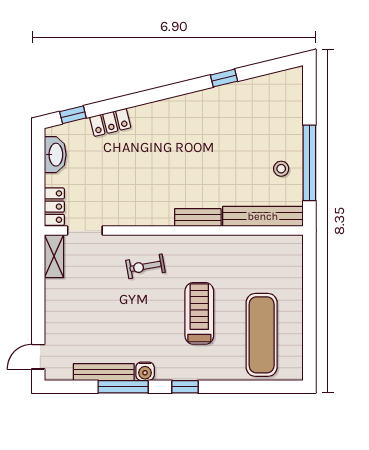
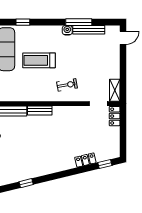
washbasin: (55, 155) -> (114, 143), removed
treadmill: (199, 313) -> (39, 60), turned 90
window: (185, 387) -> (23, 22), moved

